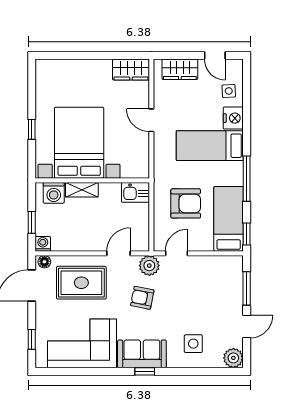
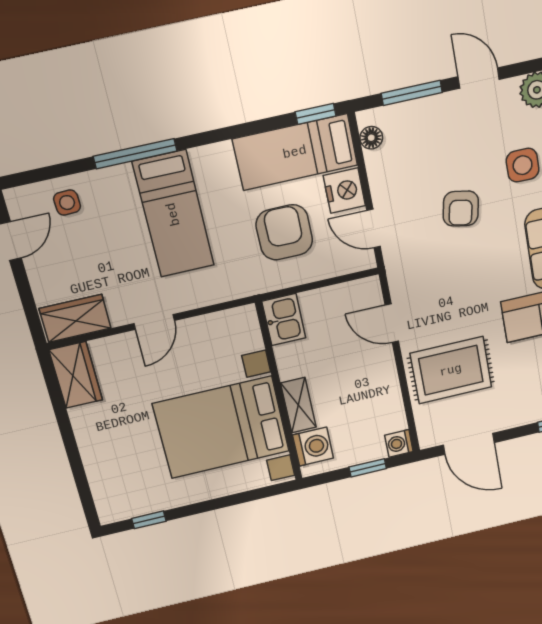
wardrobe: (180, 69) -> (75, 318), moved, turned -90
nightstand: (233, 118) -> (344, 191), moved, turned 90
window: (32, 129) -> (149, 520), moved
window: (247, 179) -> (135, 154), moved
floor lamp: (44, 262) -> (371, 138), moved
plant: (149, 266) -> (403, 269), removed
rug: (81, 283) -> (451, 370), turned 90
armchair: (142, 298) -> (461, 209), moved

